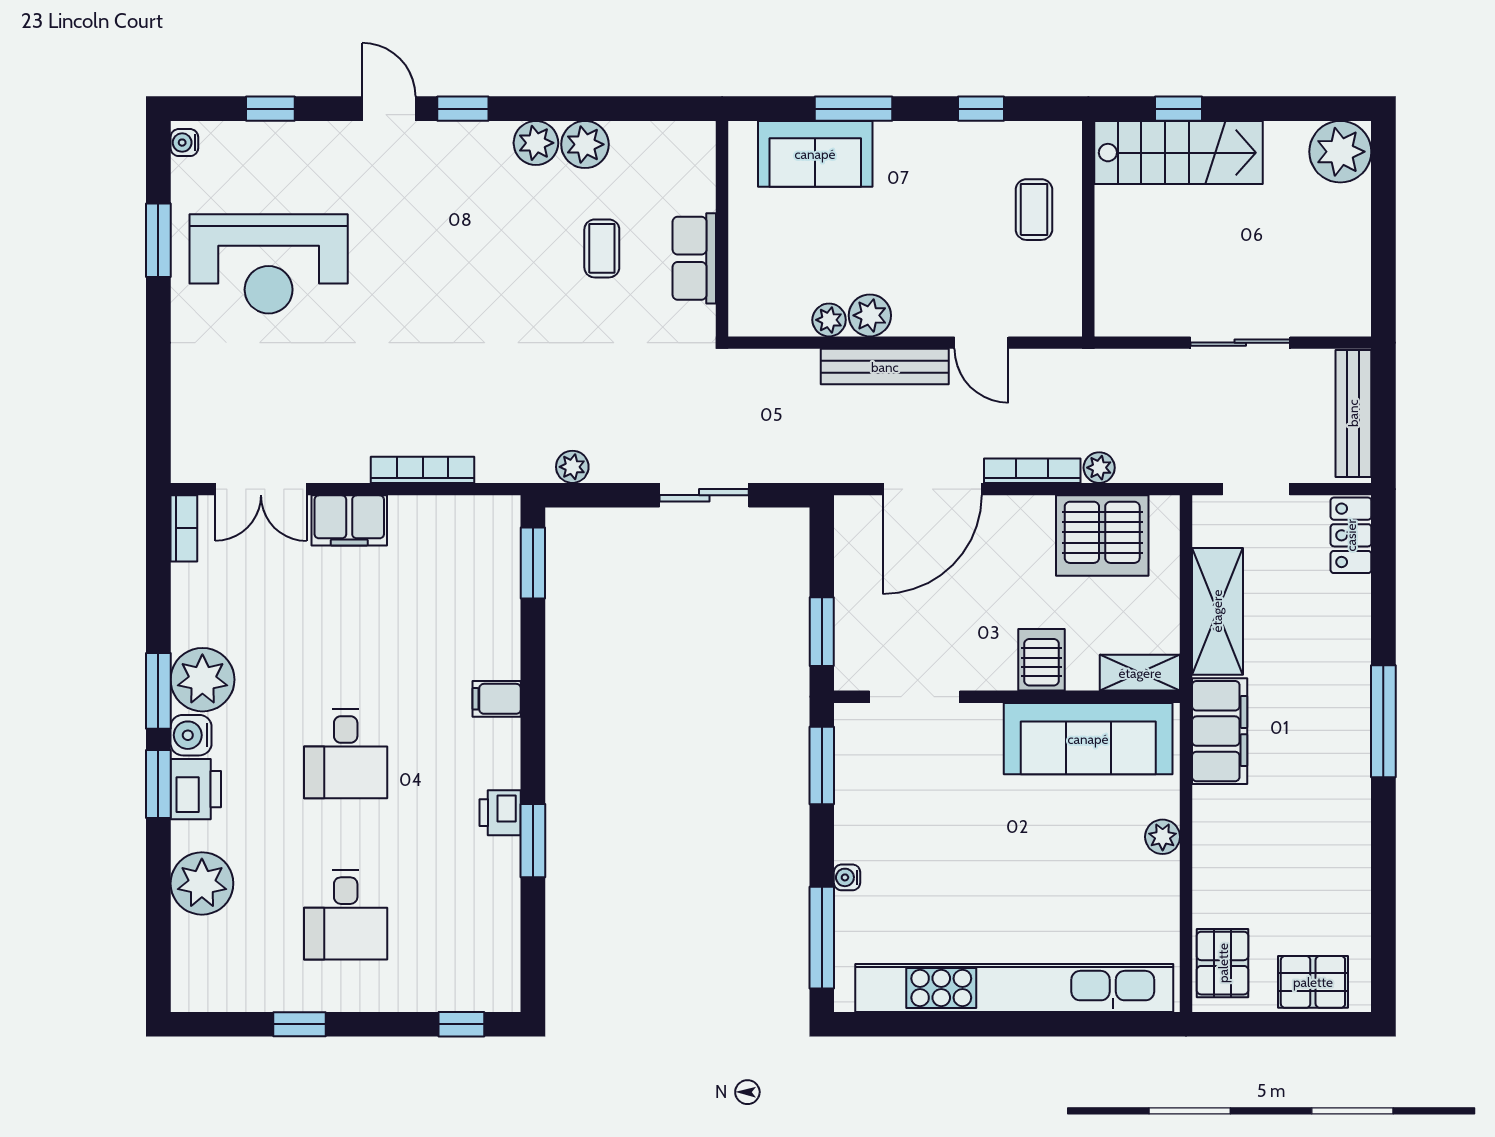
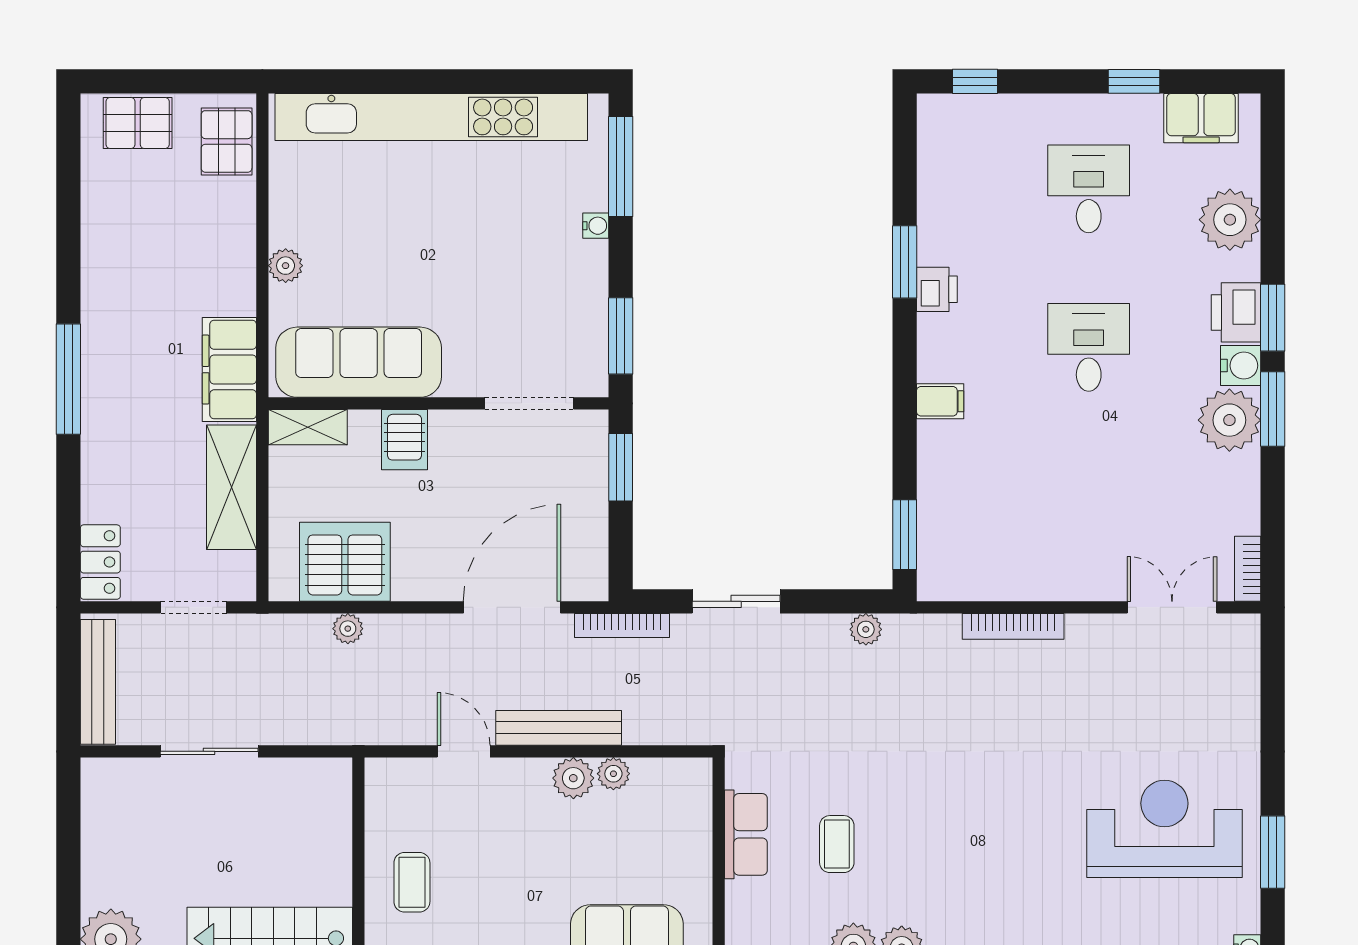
bookcase: (1032, 471) -> (622, 626), moved
filing cabinet: (349, 520) -> (1201, 118), moved, turned 180

